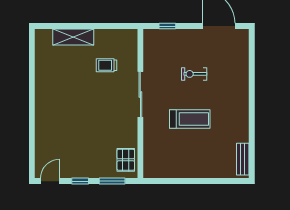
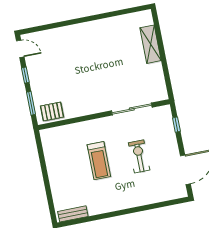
trolley: (107, 65) -> (132, 78), removed
exercise bike: (194, 74) -> (139, 156), width x1.38, depth x1.39
sliding door: (140, 94) -> (132, 109), moved

